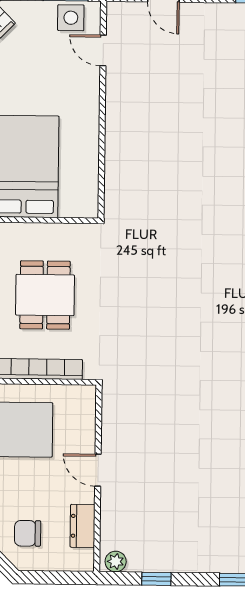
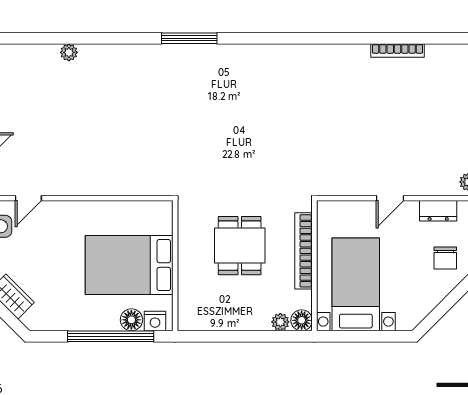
dining table: (45, 295) -> (240, 246), turned 90

